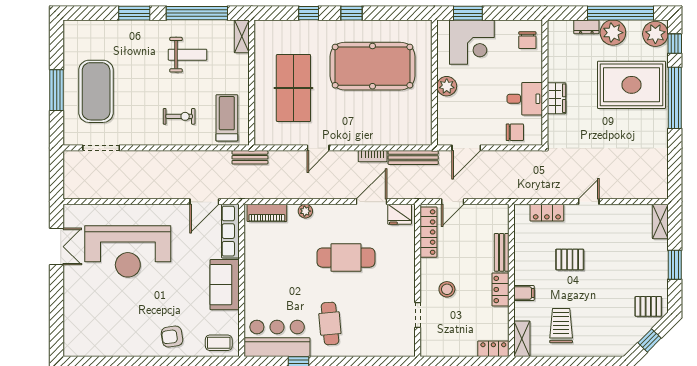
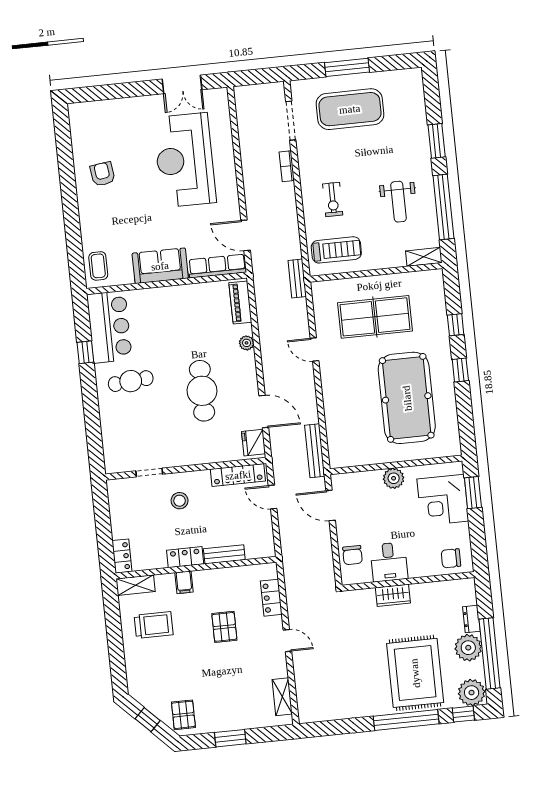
bookcase: (373, 156) -> (287, 166), moved
shelving: (660, 221) -> (282, 697), moved, turned 90
armchair: (172, 337) -> (103, 174), moved

